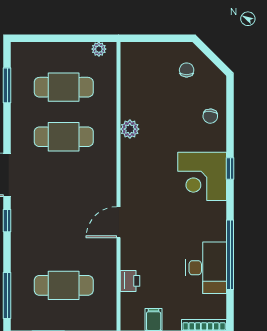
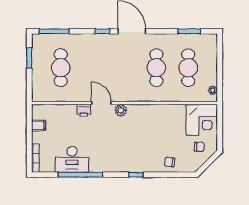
plant: (130, 129) -> (121, 110), moved
corner desk: (202, 176) -> (202, 120), moved, turned 180
printer: (130, 281) -> (84, 110), moved

